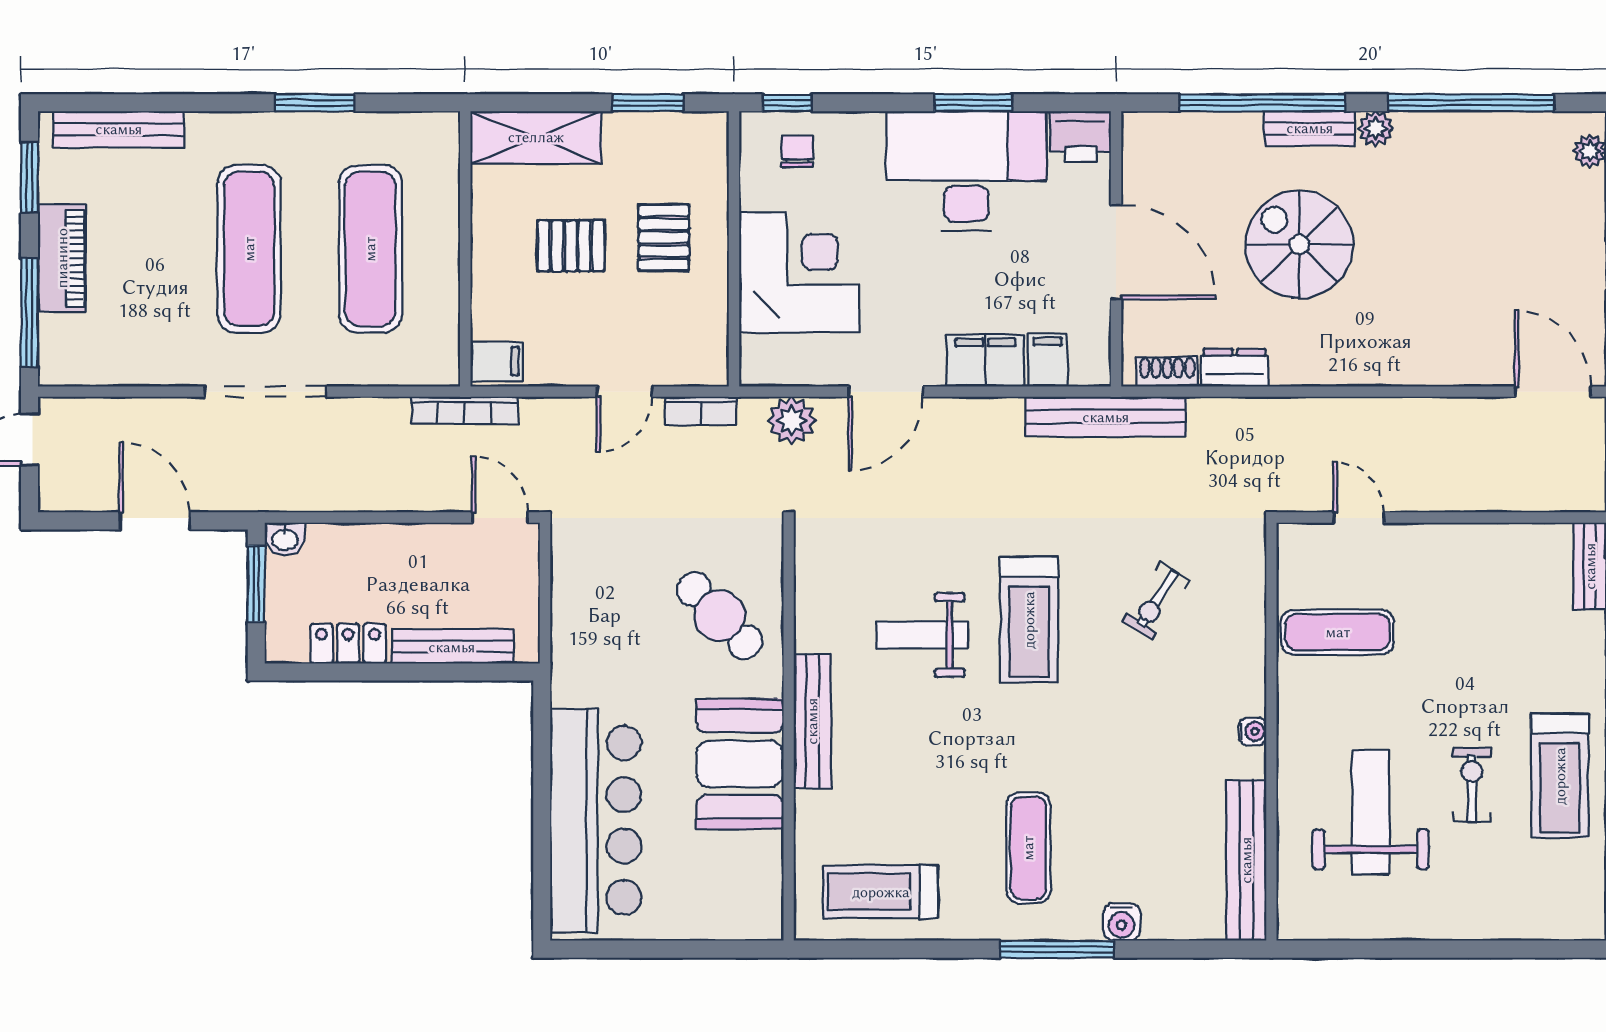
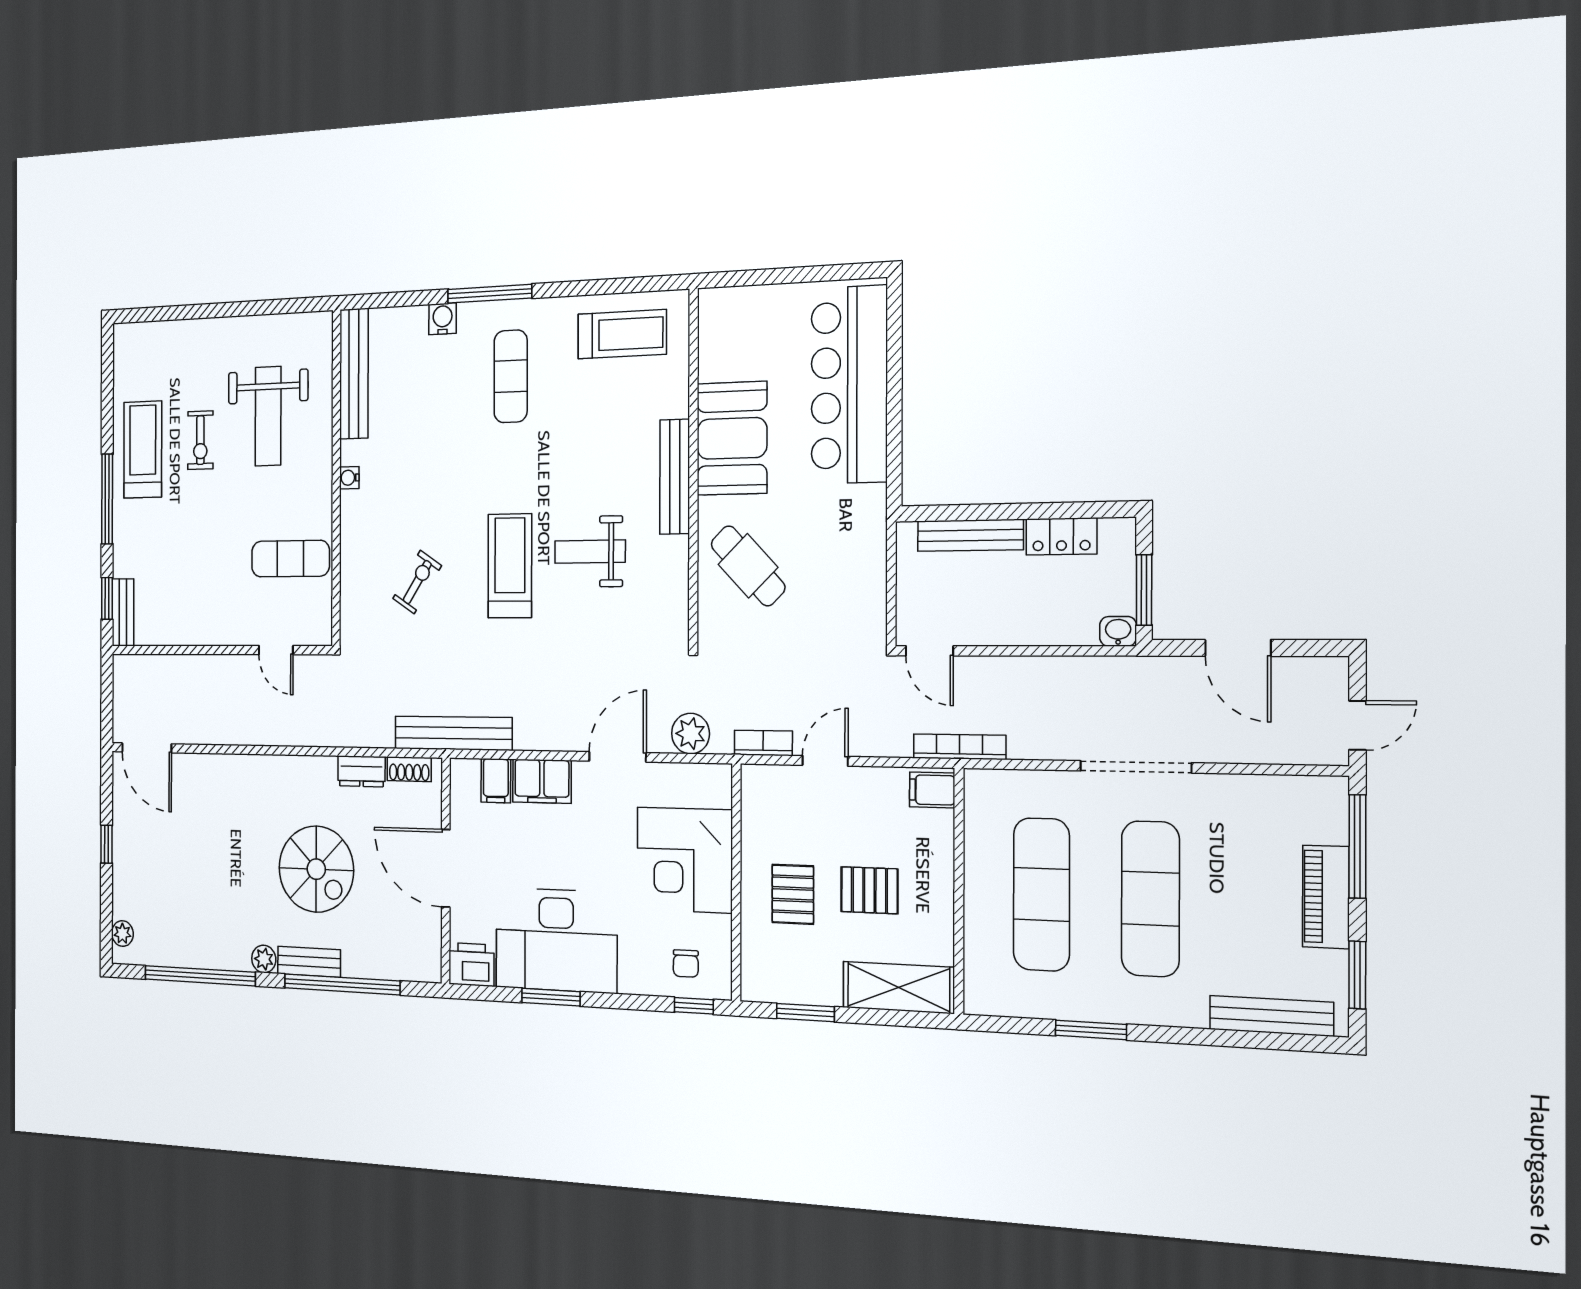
weight bench: (922, 635) -> (590, 552), turned 180

